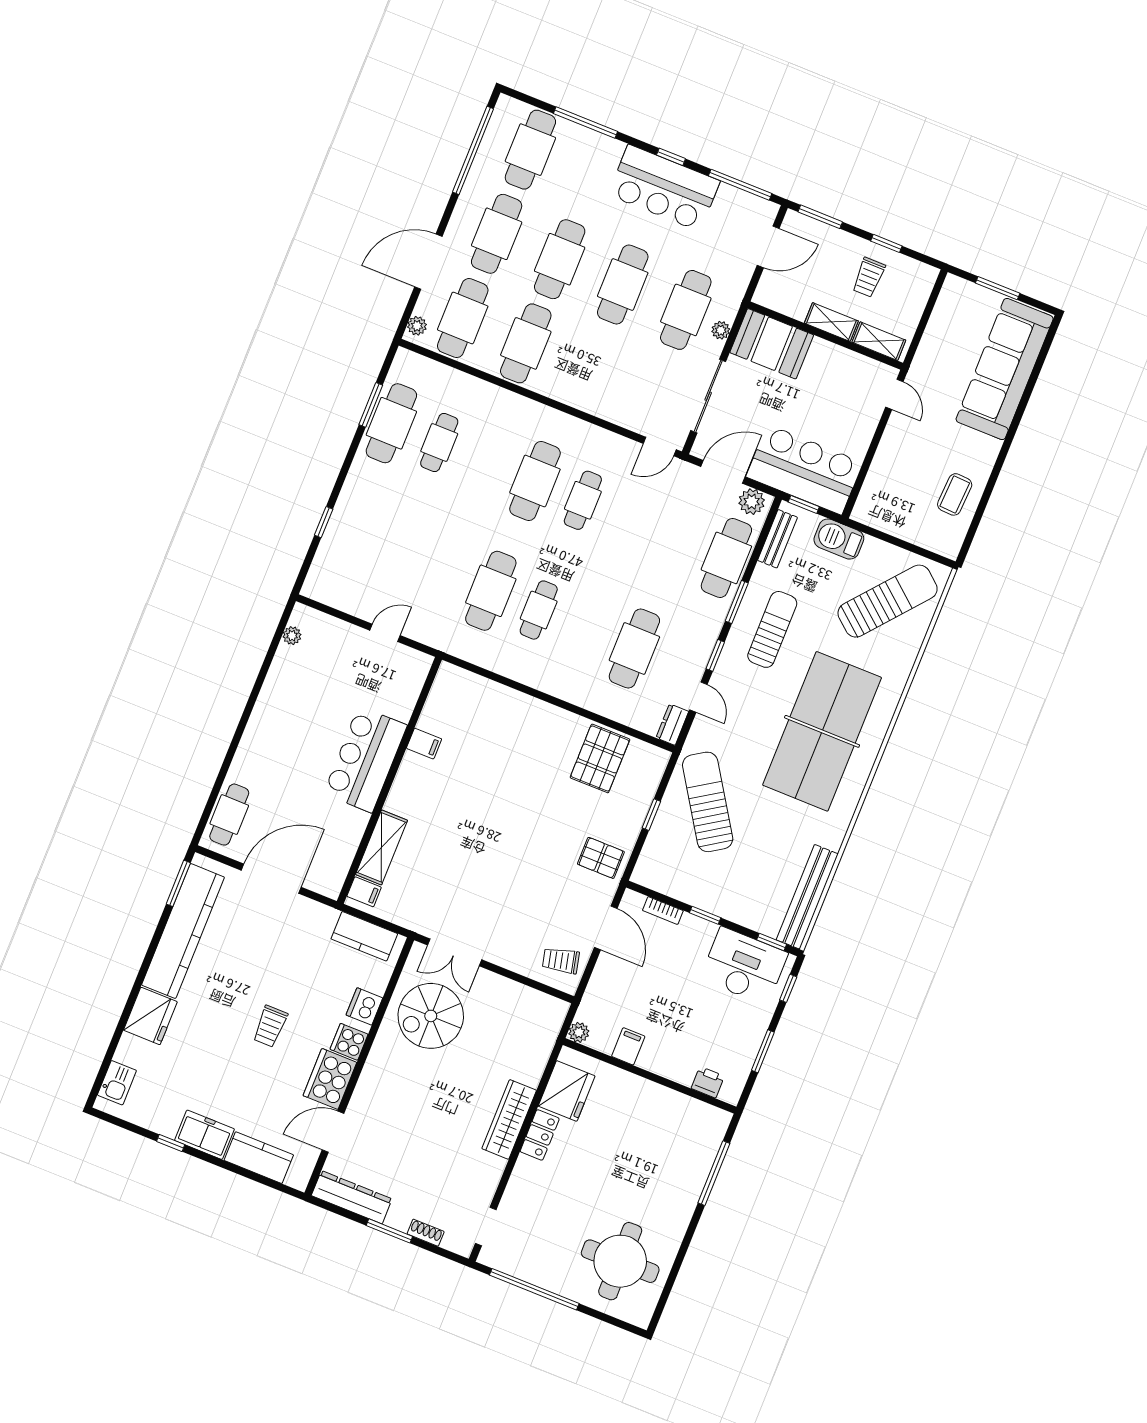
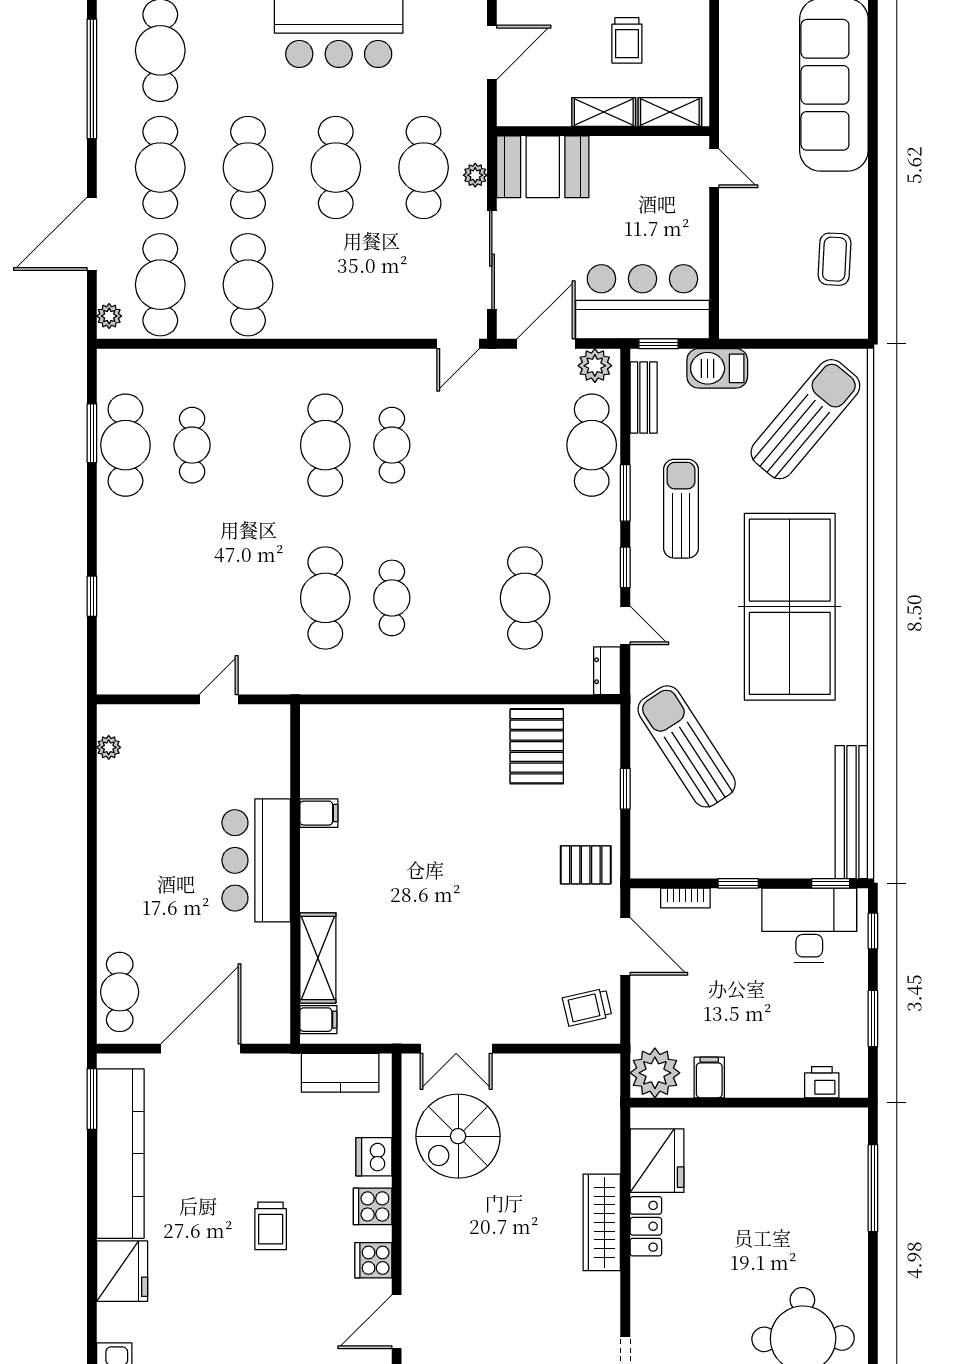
plant: (579, 1032) -> (655, 1073), width x1.88, depth x1.88
cooker: (330, 1079) -> (373, 1260), width x0.53, depth x0.76

